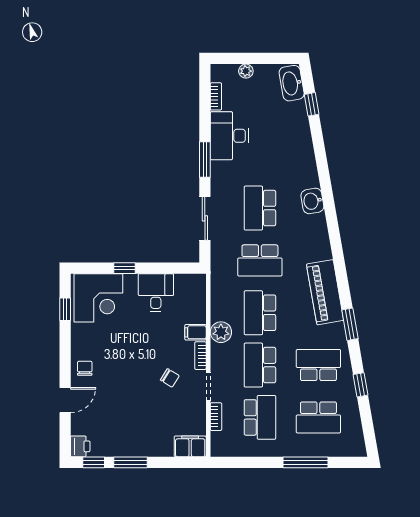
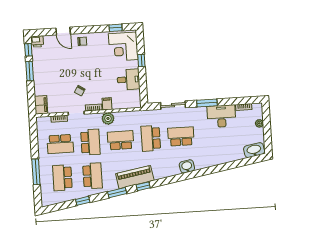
window: (312, 104) -> (143, 186), moved
school desk: (260, 365) -> (90, 142), turned 90

